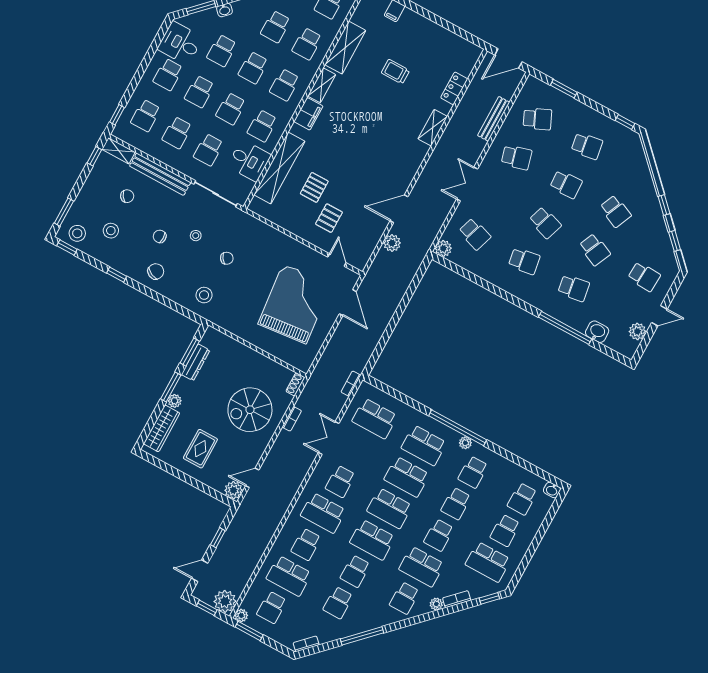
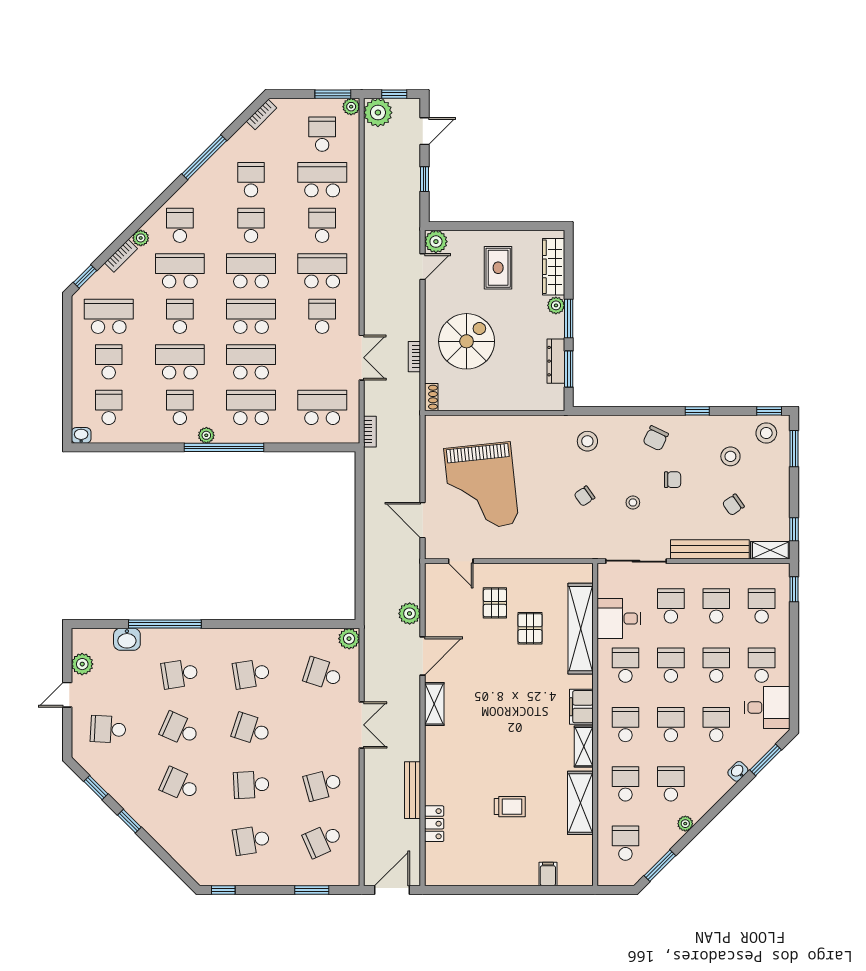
bench: (494, 119) -> (413, 790), moved
shelving: (433, 128) -> (434, 704), moved
school desk: (456, 504) -> (180, 362), width x1.85

